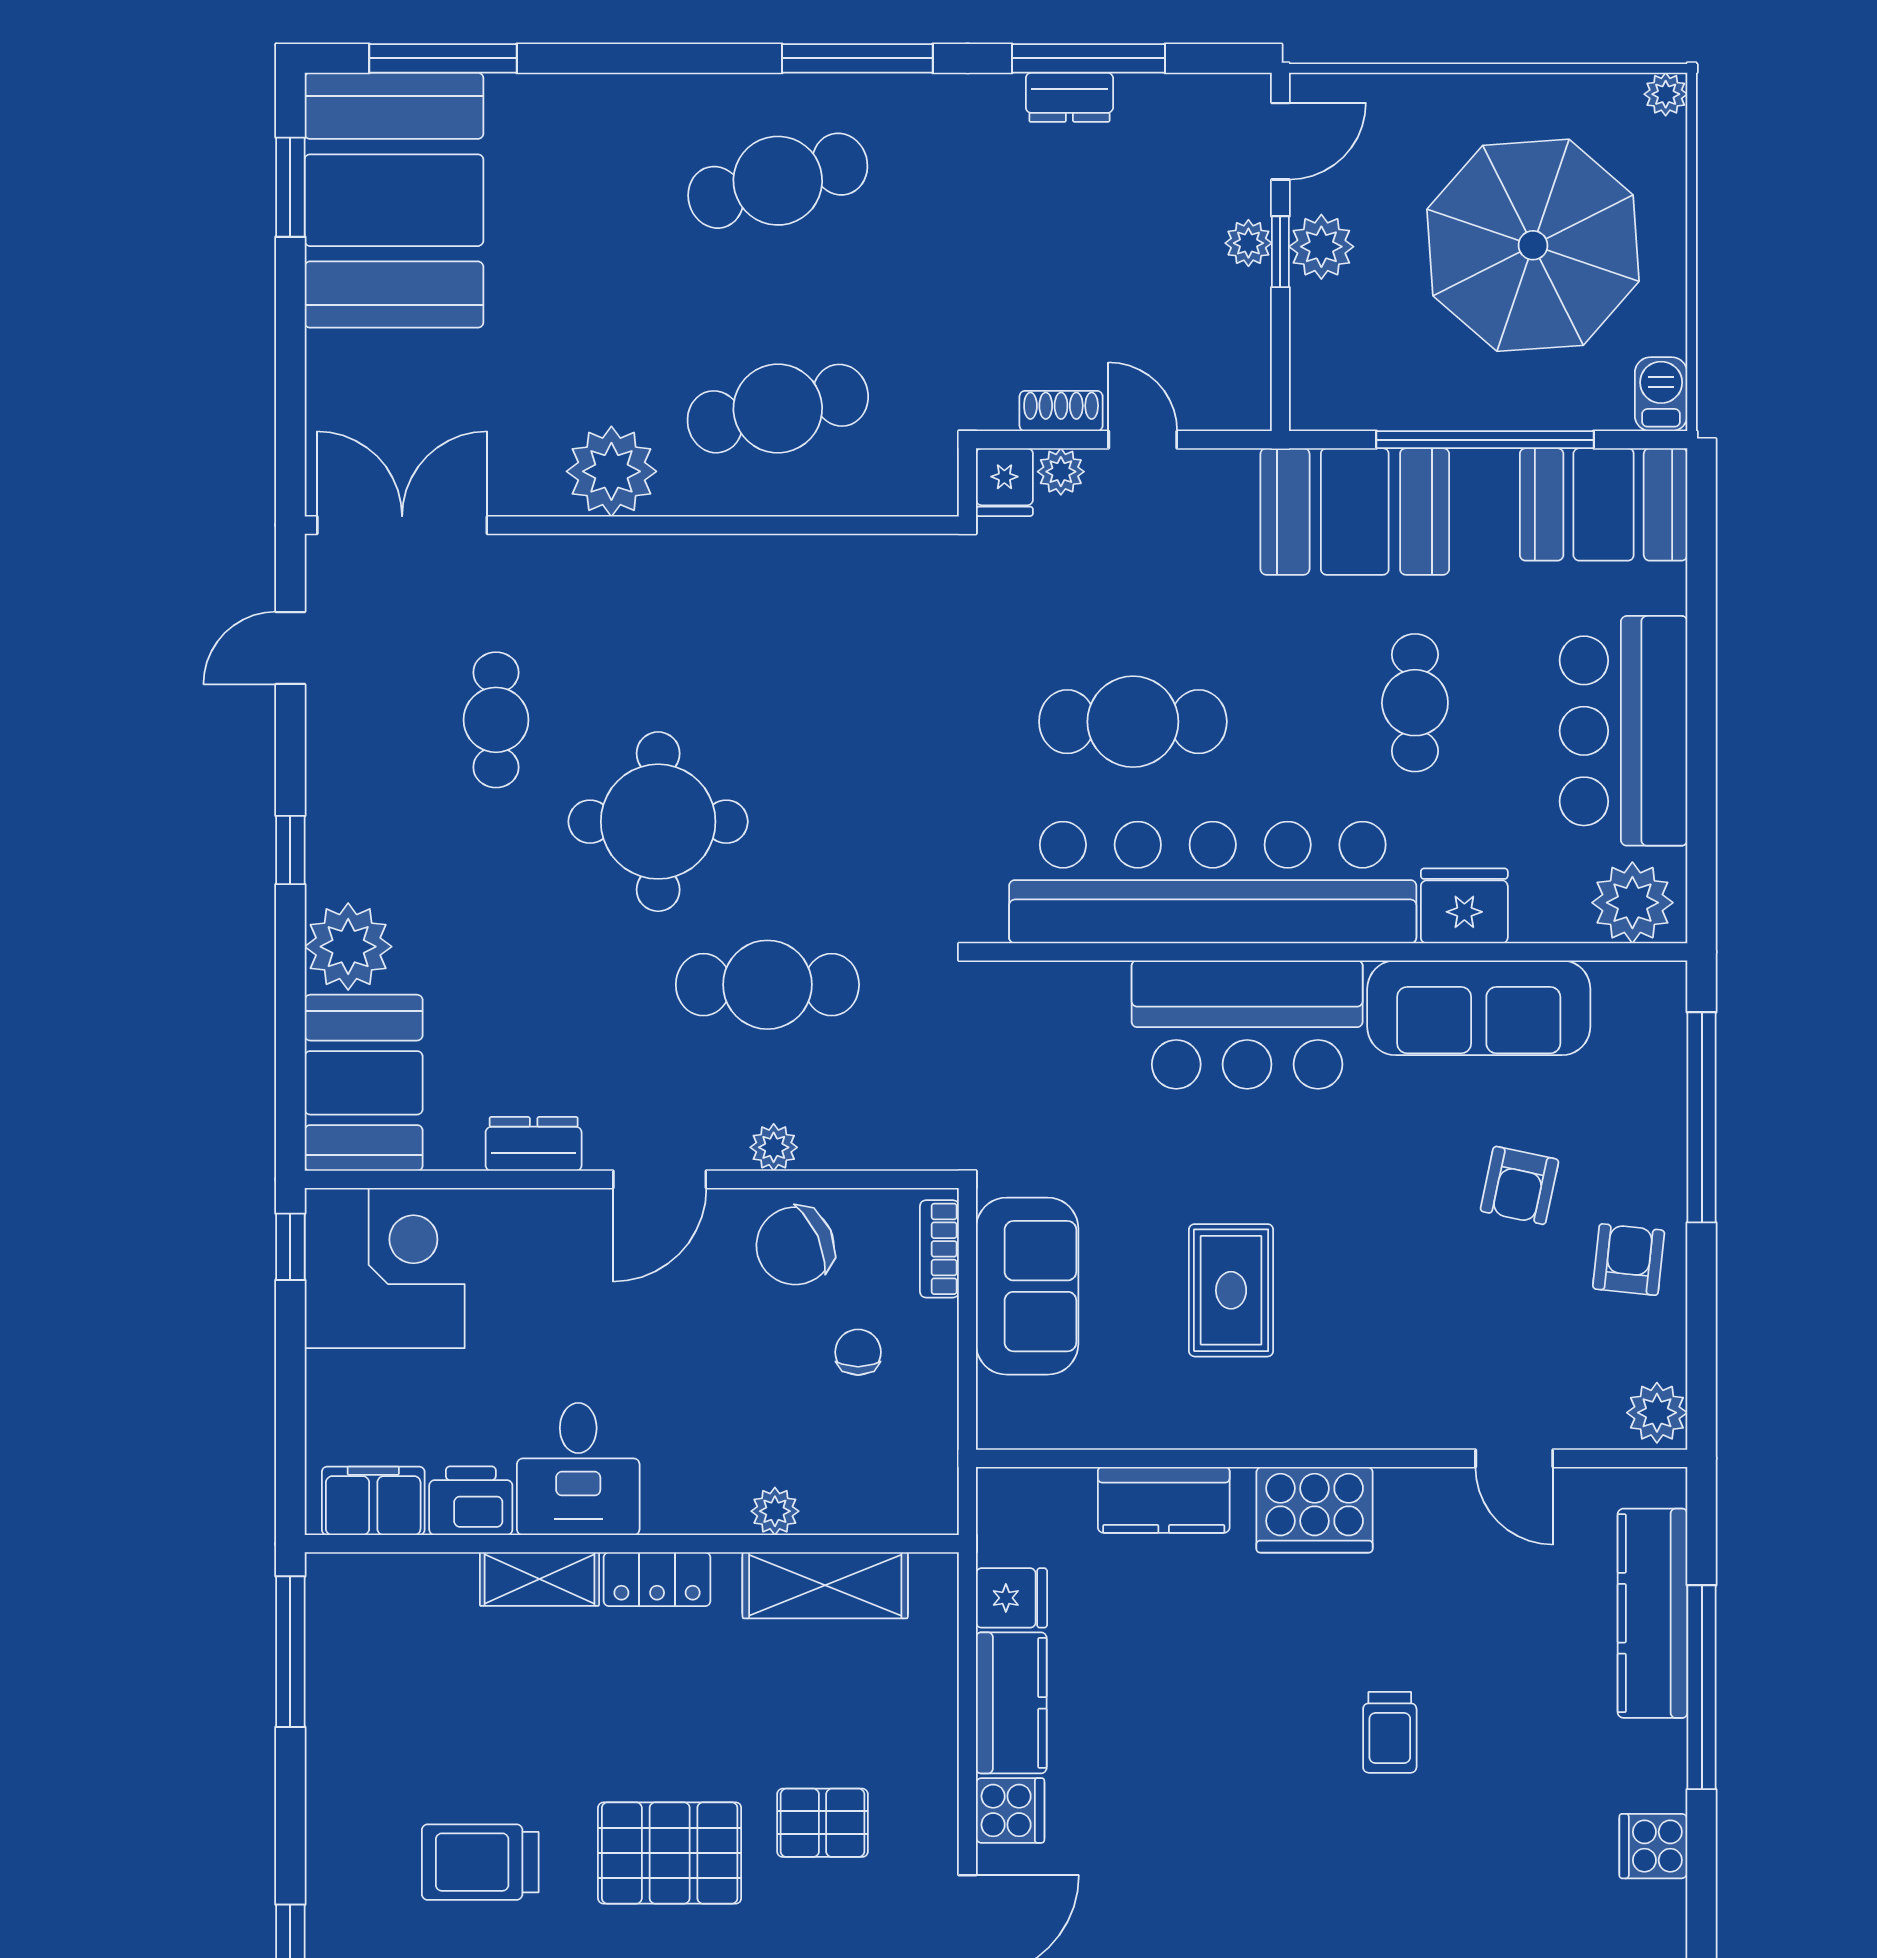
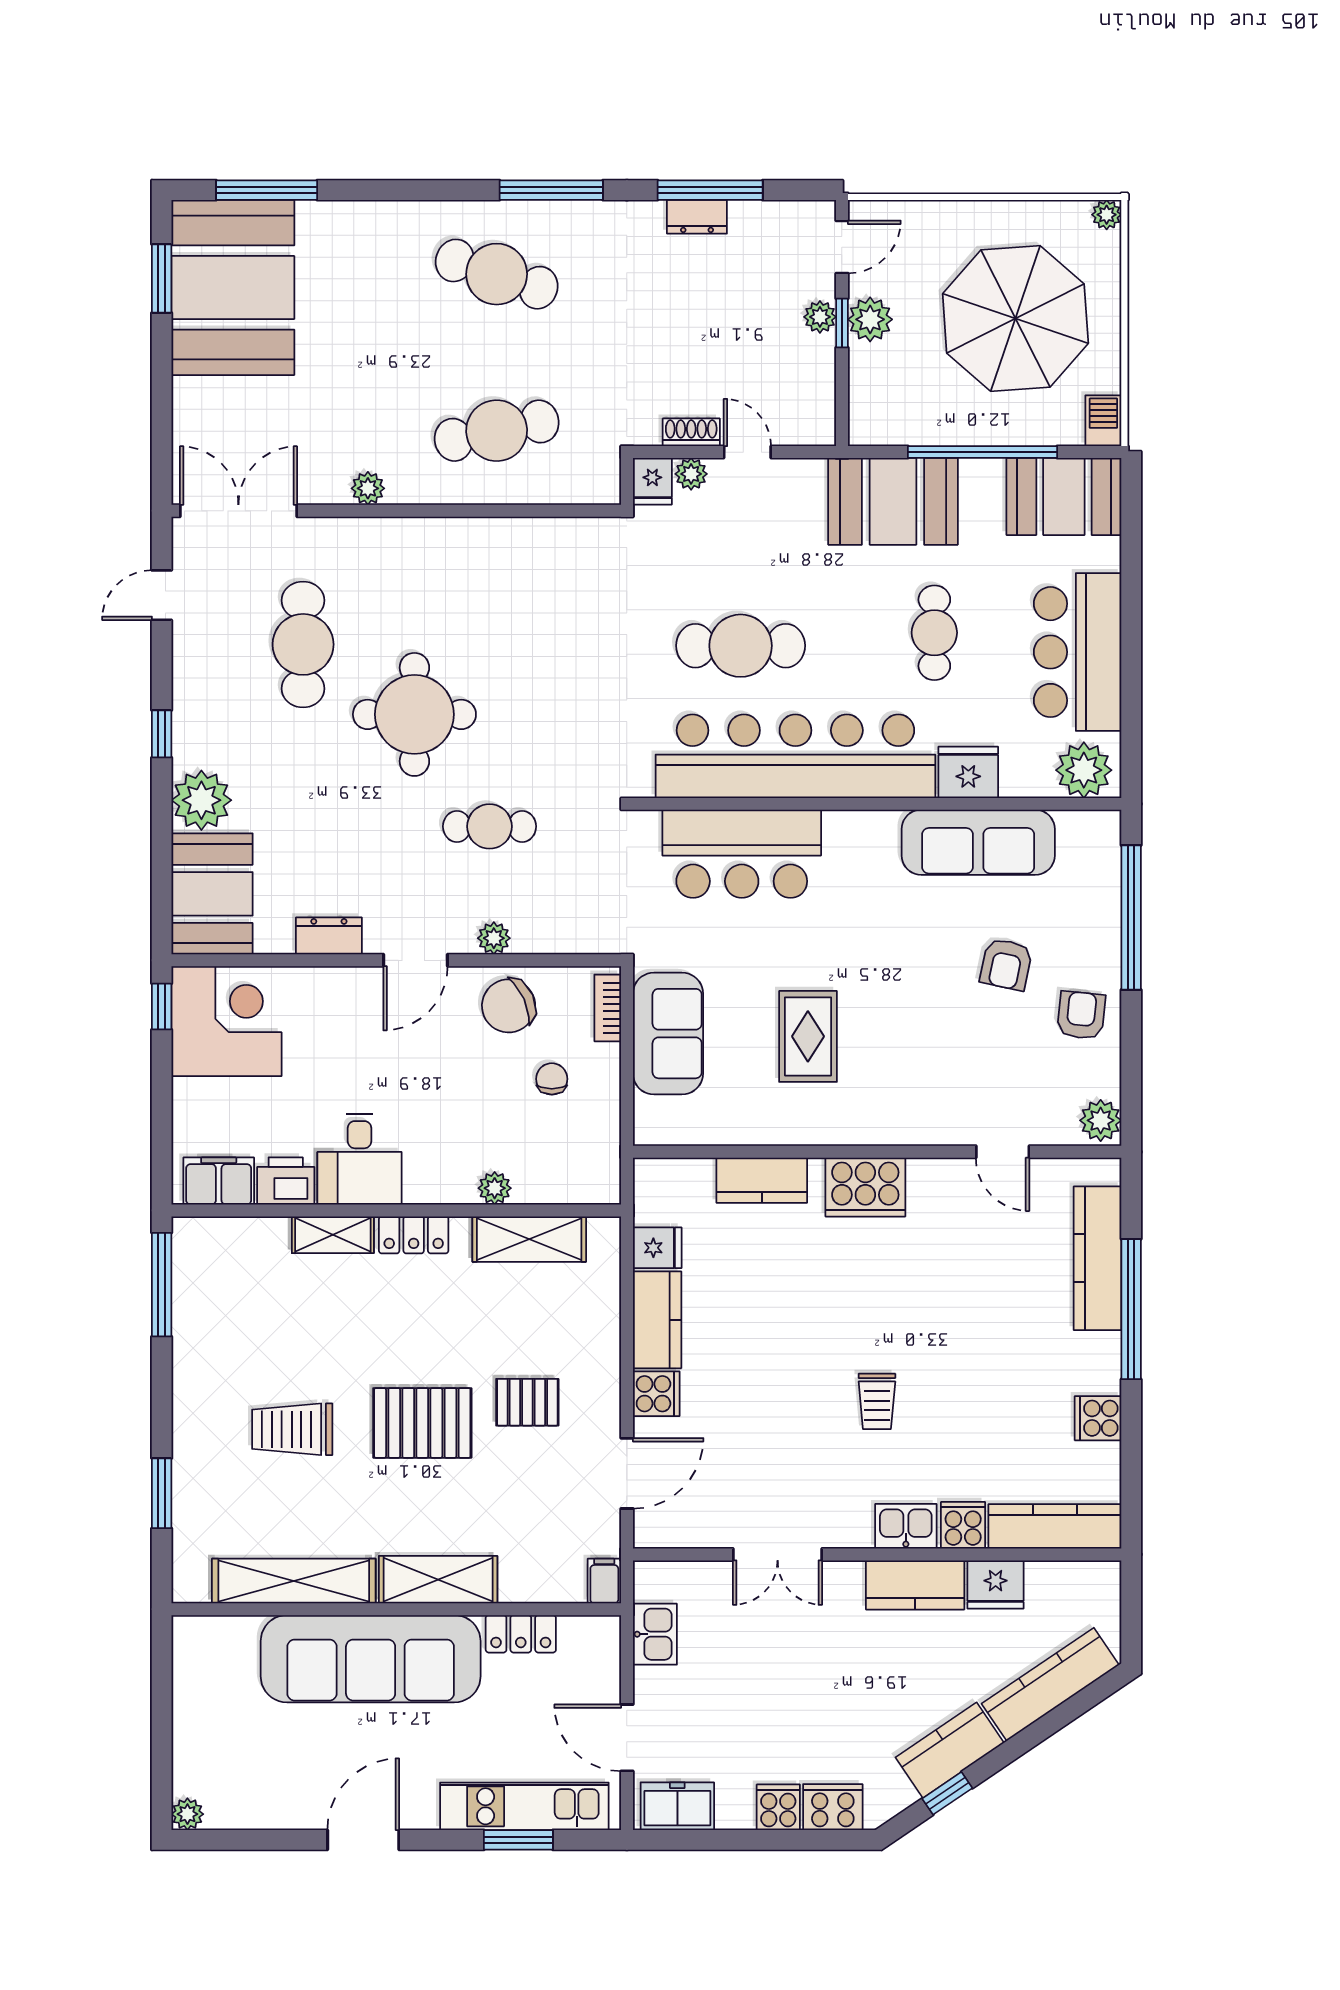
cafe table: (778, 181) -> (497, 274), turned 33
plant: (611, 471) -> (368, 488), width x0.53, depth x0.53
cafe table: (496, 720) -> (303, 644), width x1.37, depth x1.35
cafe table: (767, 985) -> (490, 826), width x0.73, depth x0.74
bar counter: (1247, 1025) -> (742, 854), moved
trolley: (1390, 1732) -> (877, 1401), moved

